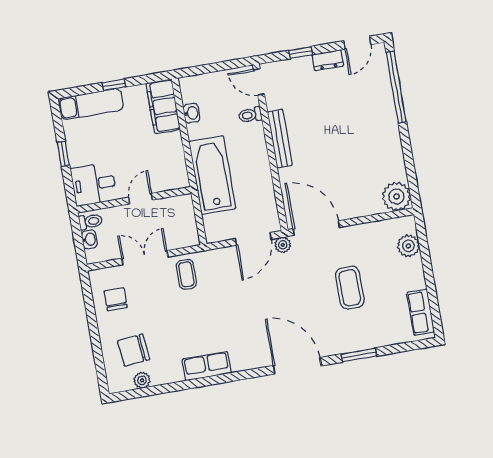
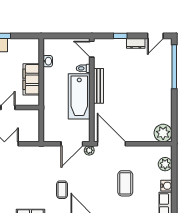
filing cabinet: (163, 106) -> (31, 79), moved
bathtub: (212, 175) -> (79, 96), moved, turned 180
coffee table: (186, 274) -> (62, 190), moved
water cooler: (417, 280) -> (166, 186), added

